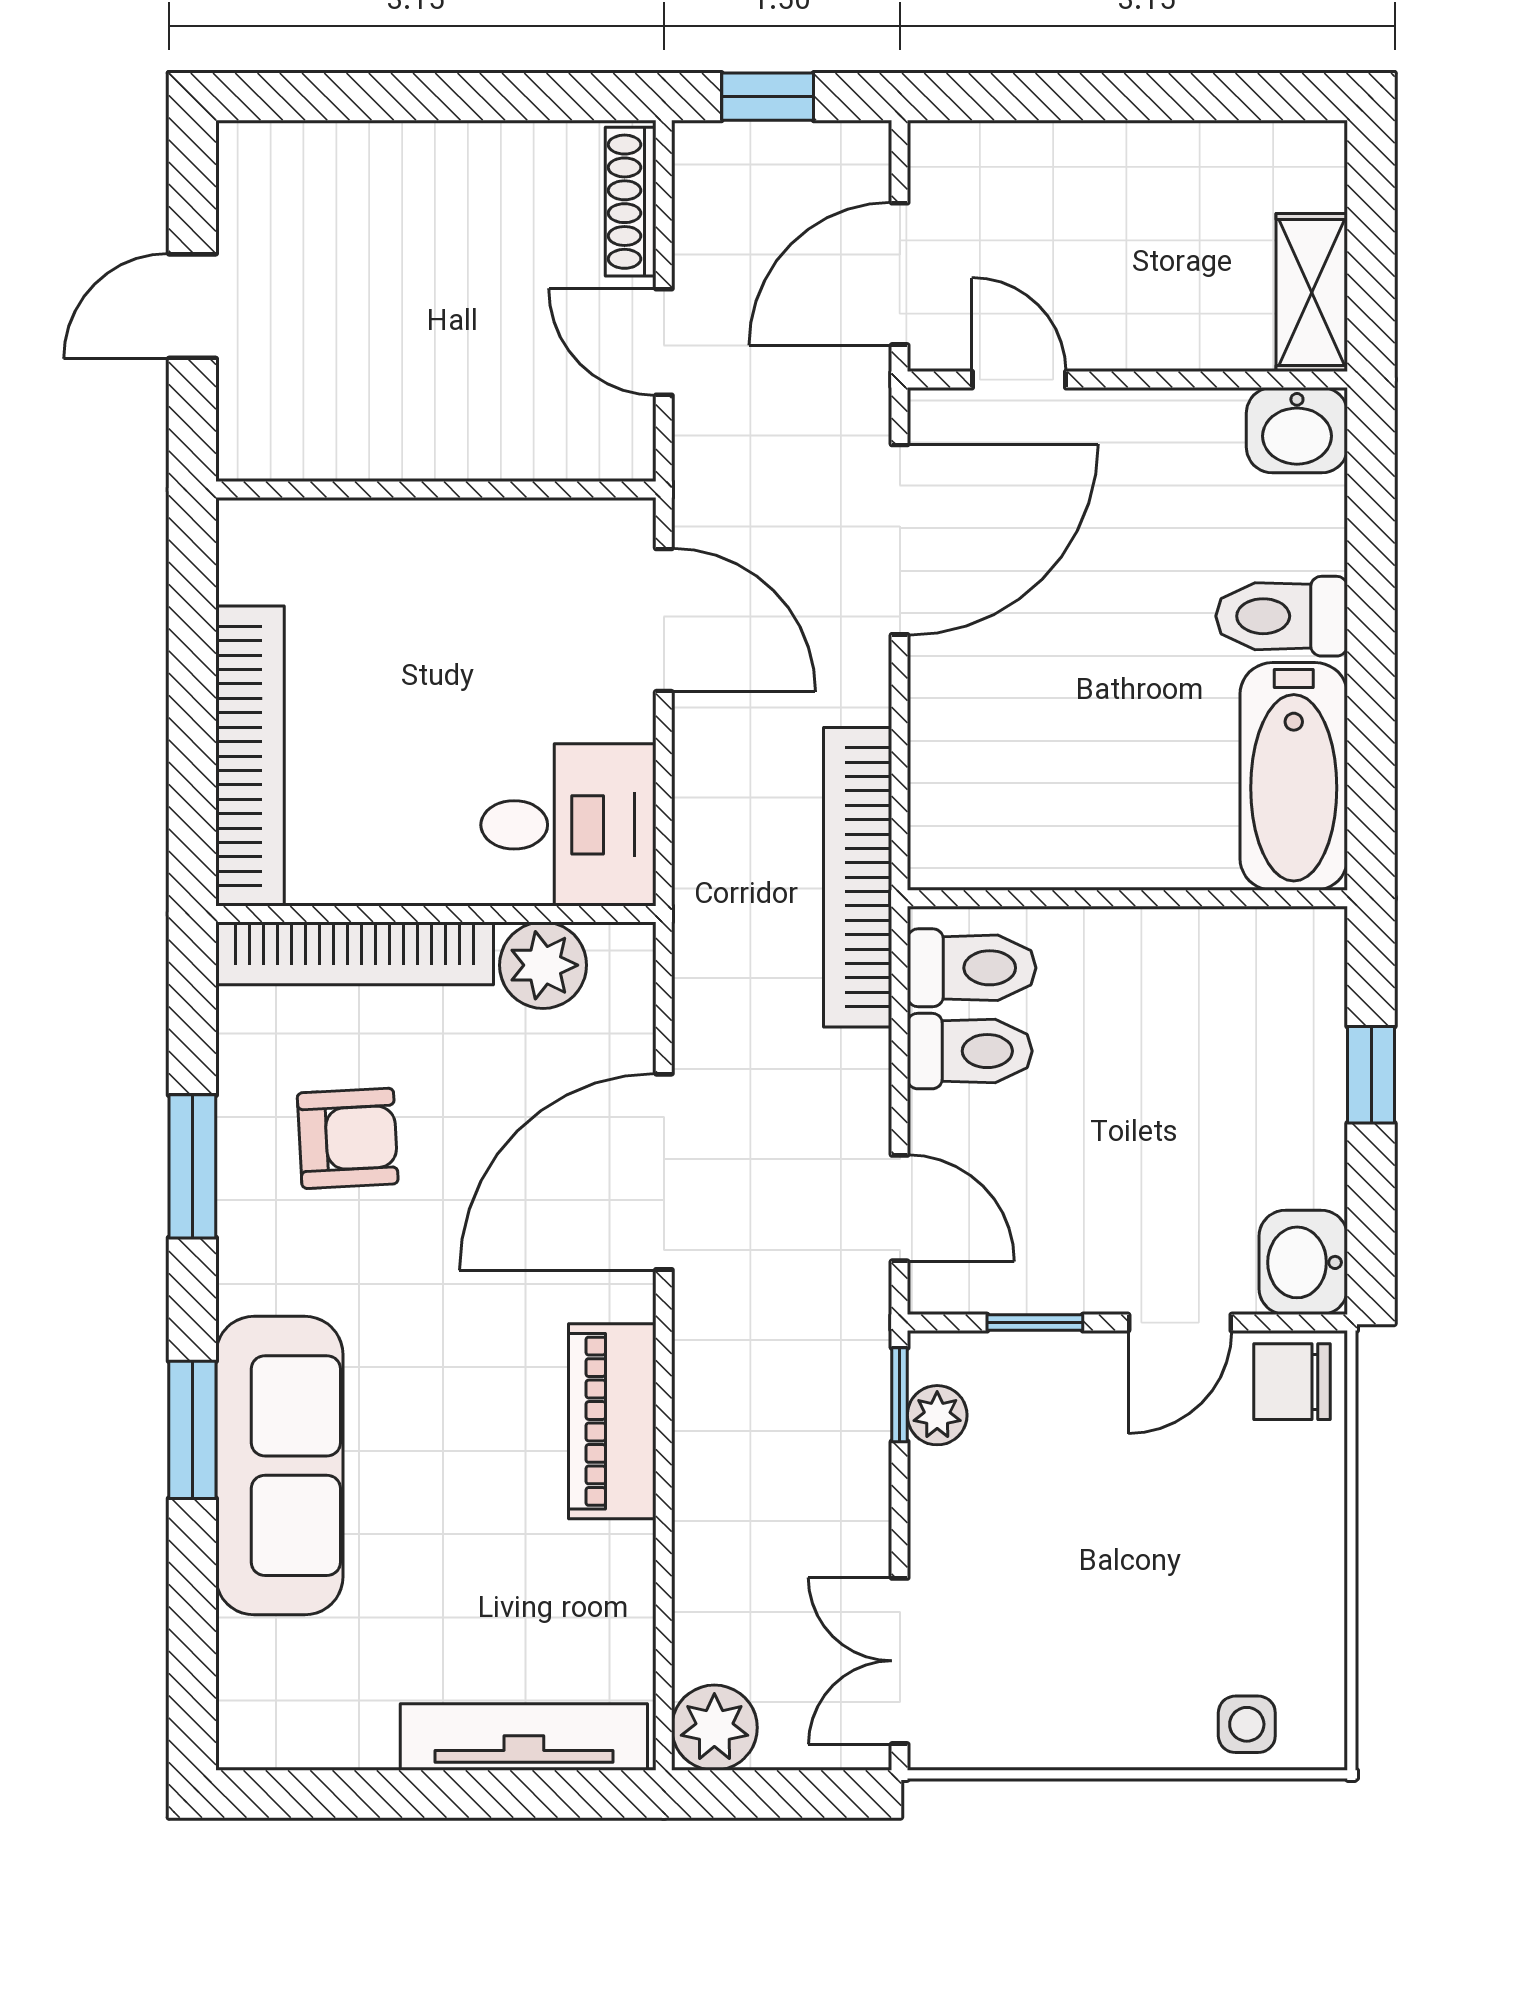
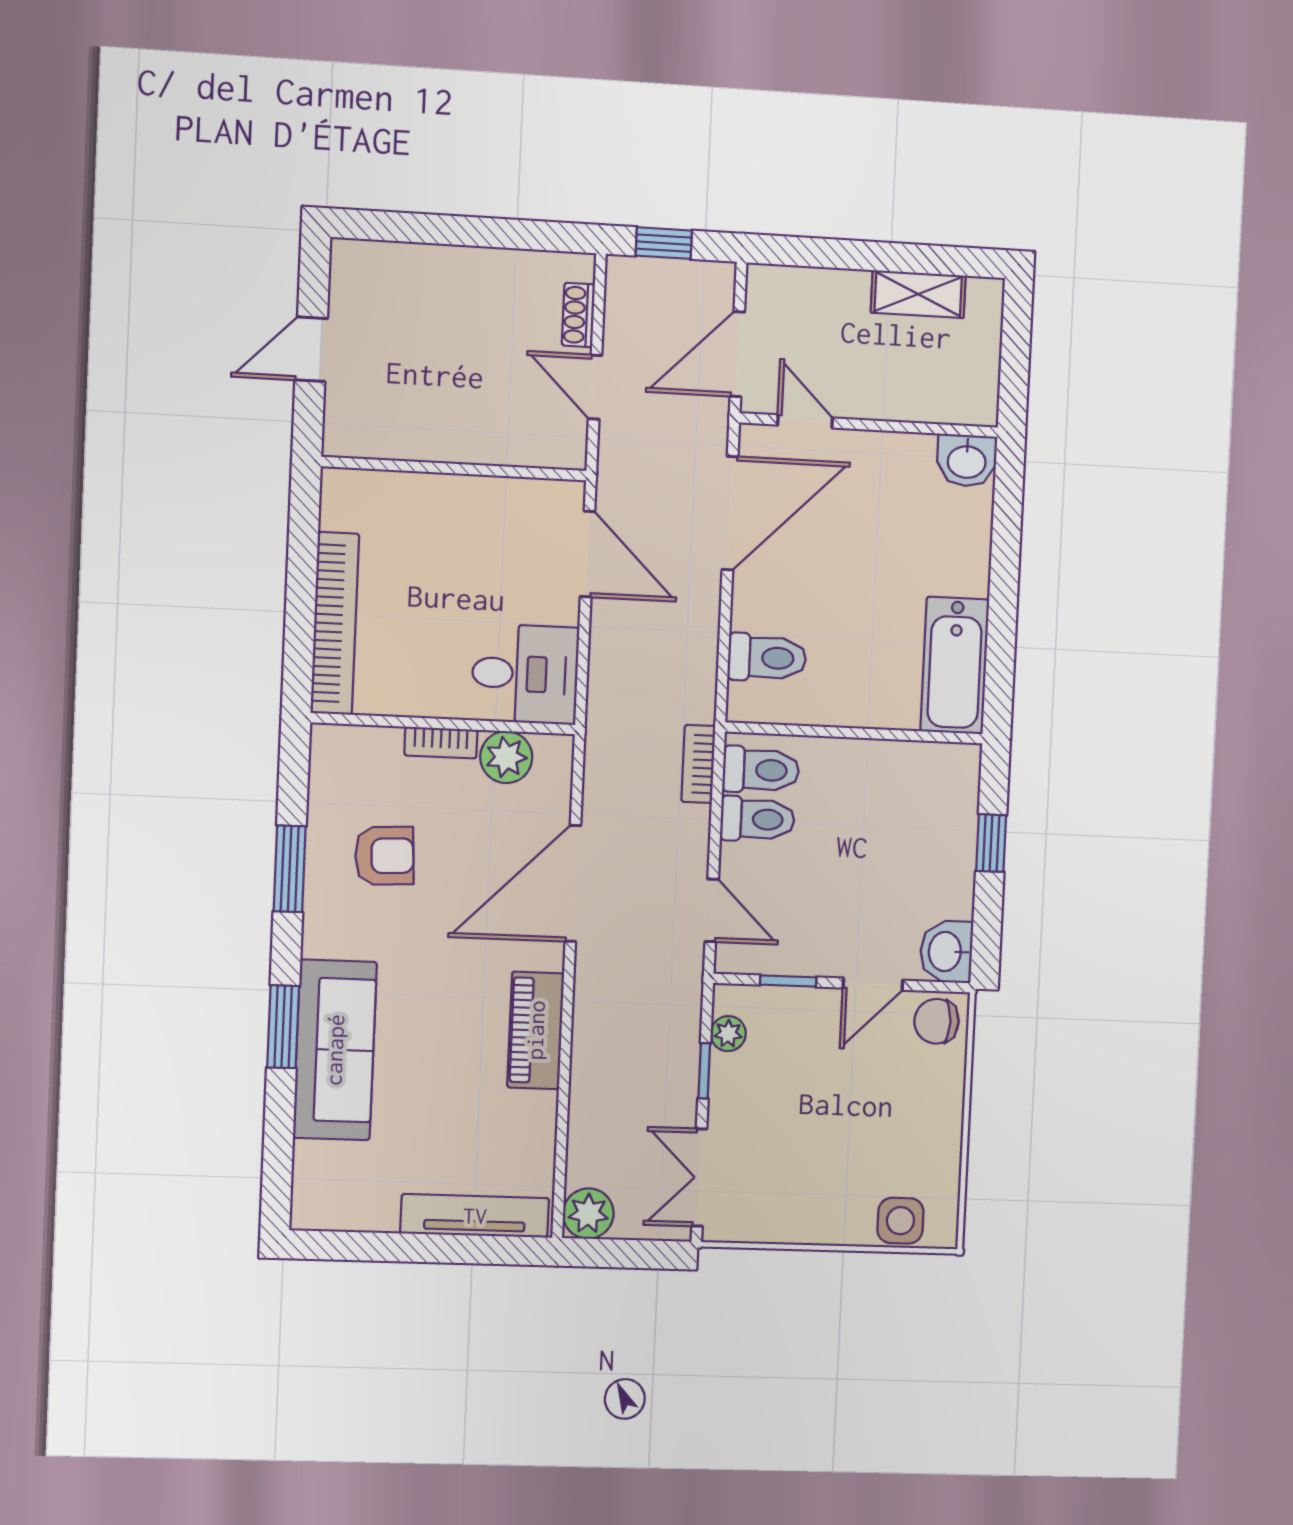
shoe rack: (631, 202) -> (578, 315), width x0.70
shelving: (1312, 293) -> (918, 294), moved, turned 90
toilet: (1282, 616) -> (767, 658), moved, turned 180
bookcase: (858, 877) -> (698, 764), width x0.43, depth x0.76
bookcase: (355, 953) -> (441, 743), width x0.43, depth x0.76
window: (900, 1395) -> (704, 1071), moved
side table: (1247, 1724) -> (900, 1221), width x1.37, depth x1.37

